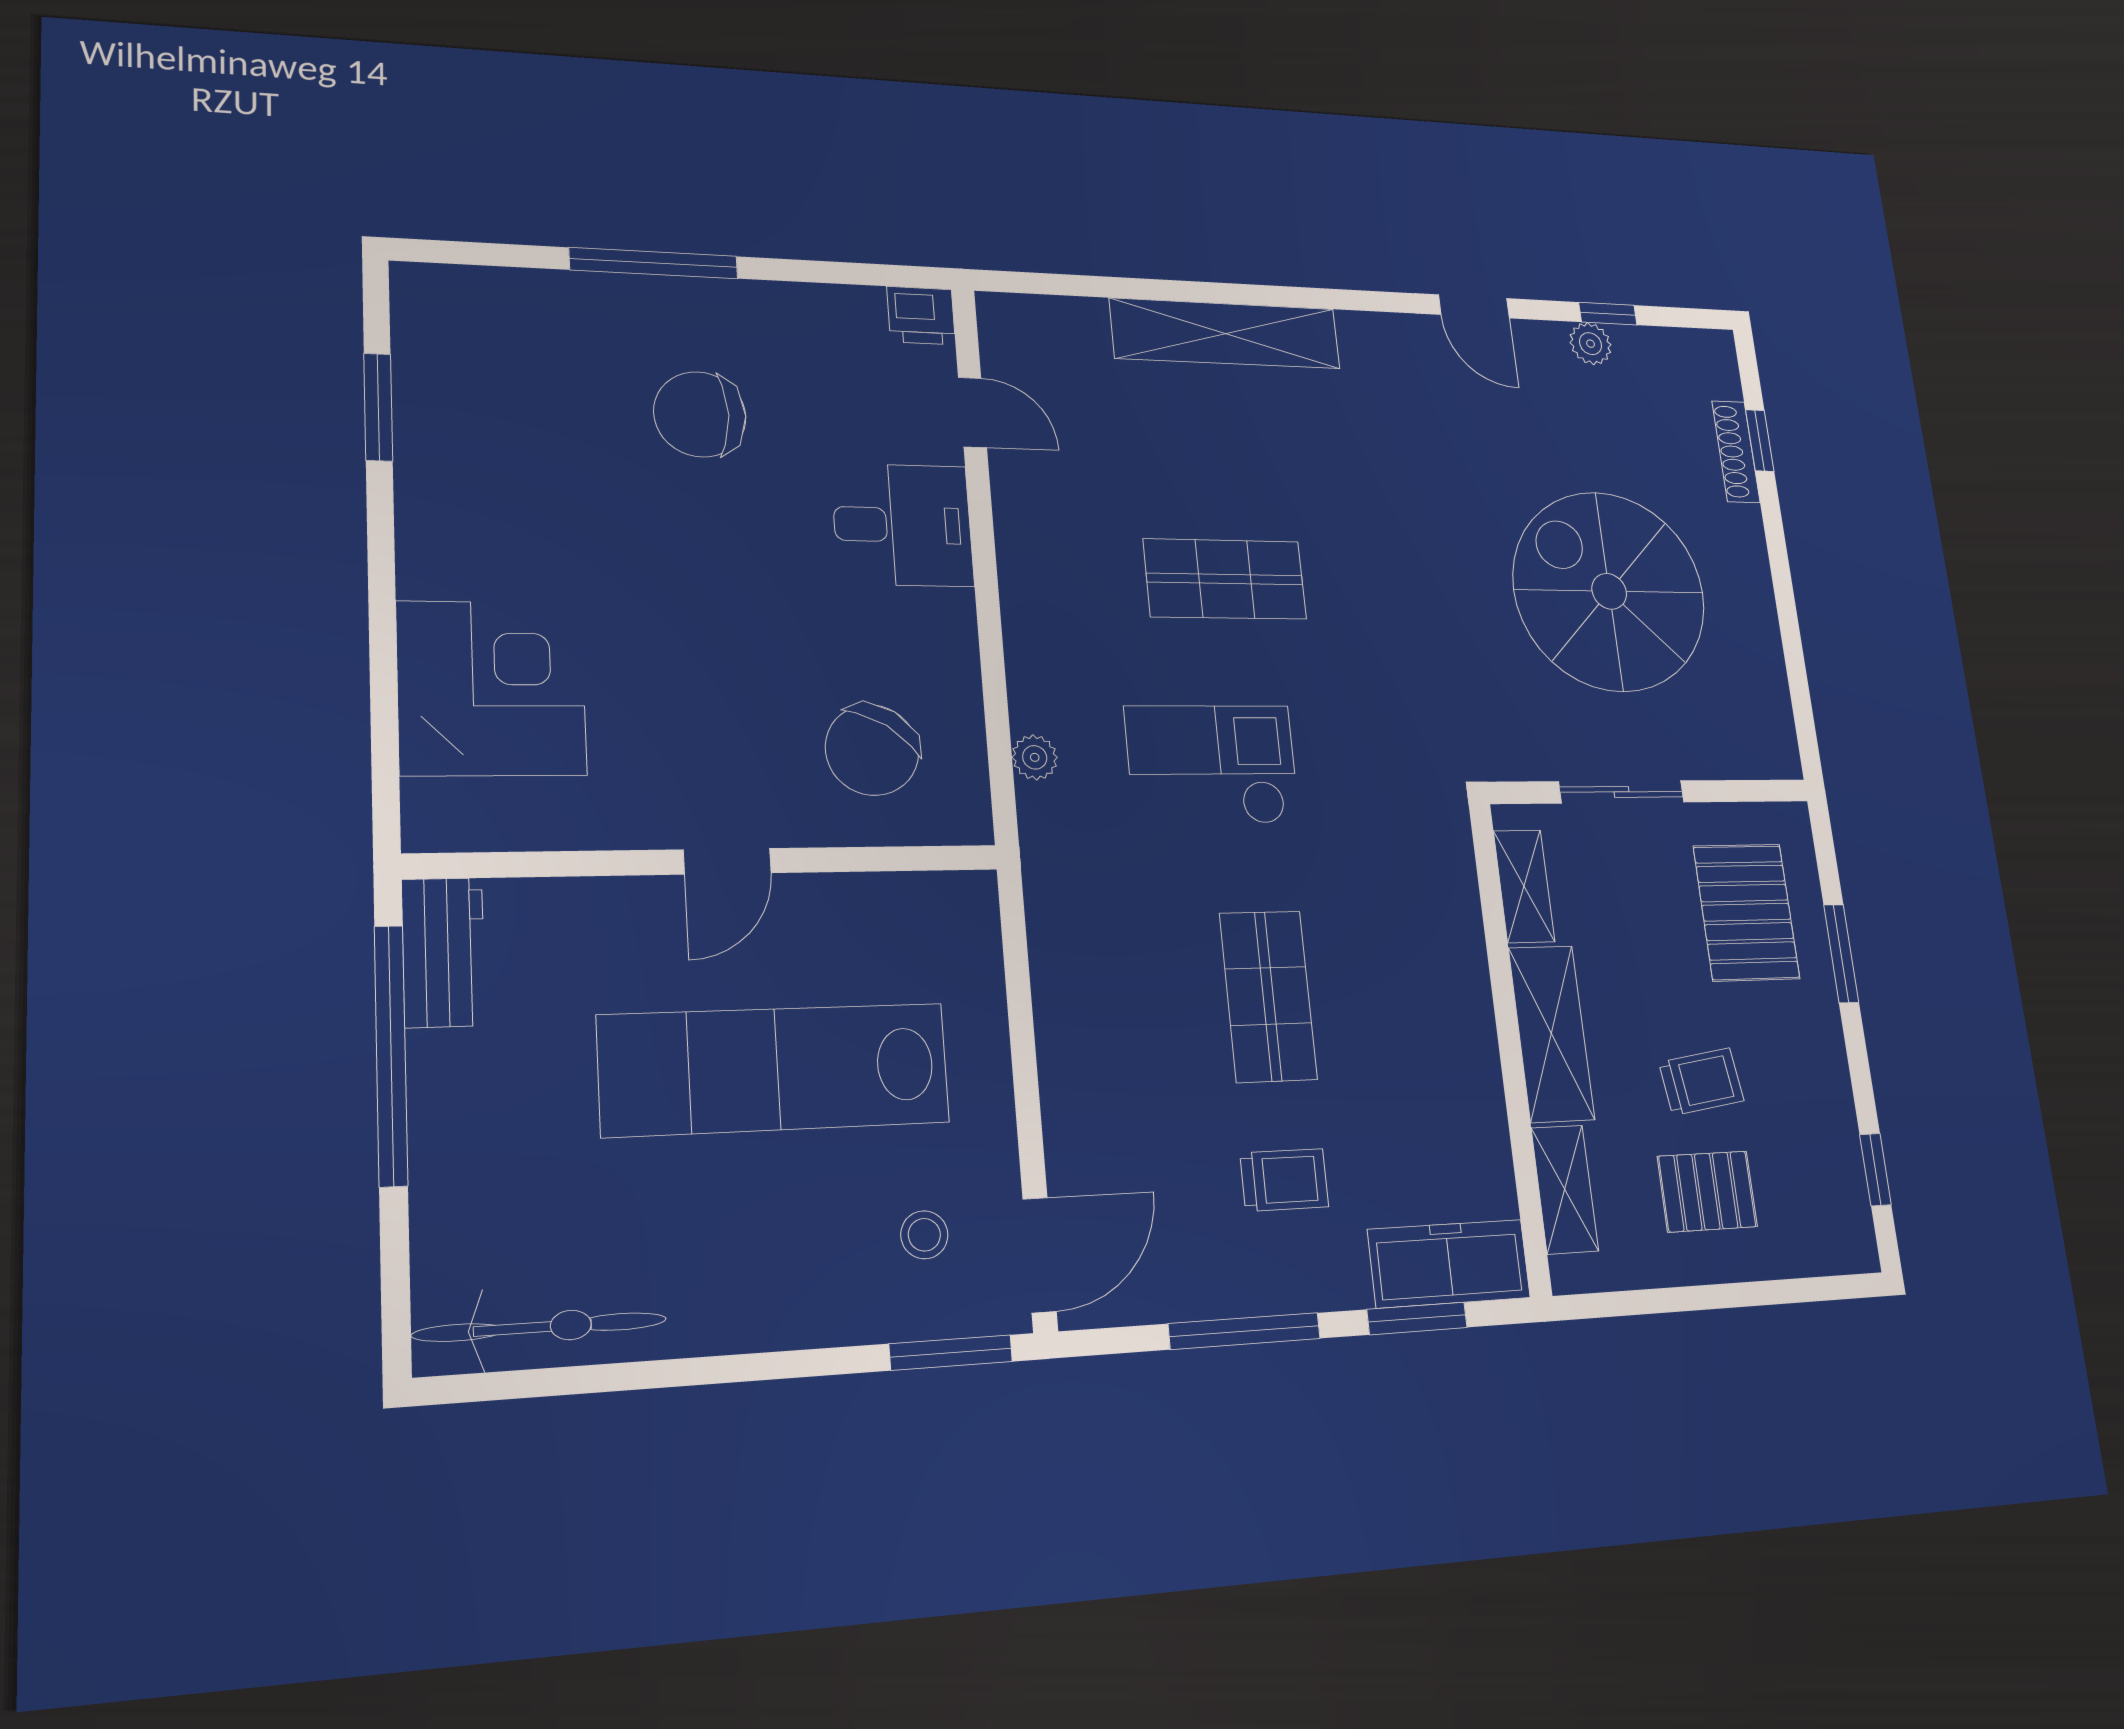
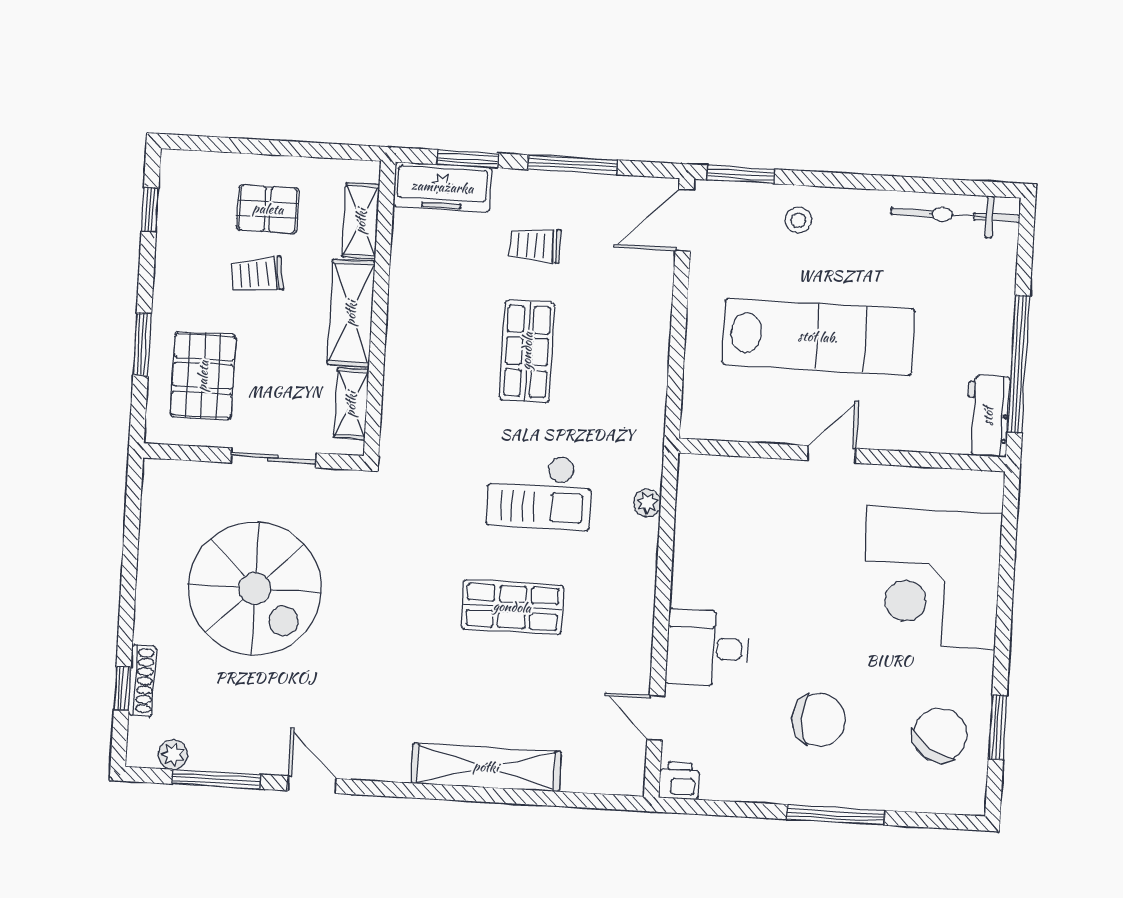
window: (1608, 314) -> (216, 779), width x2.17
plant: (1591, 344) -> (173, 755), moved
corner desk: (492, 688) -> (931, 578), width x1.36, depth x1.36
chair: (872, 750) -> (940, 735), moved
stool: (924, 1235) -> (798, 220), moved

